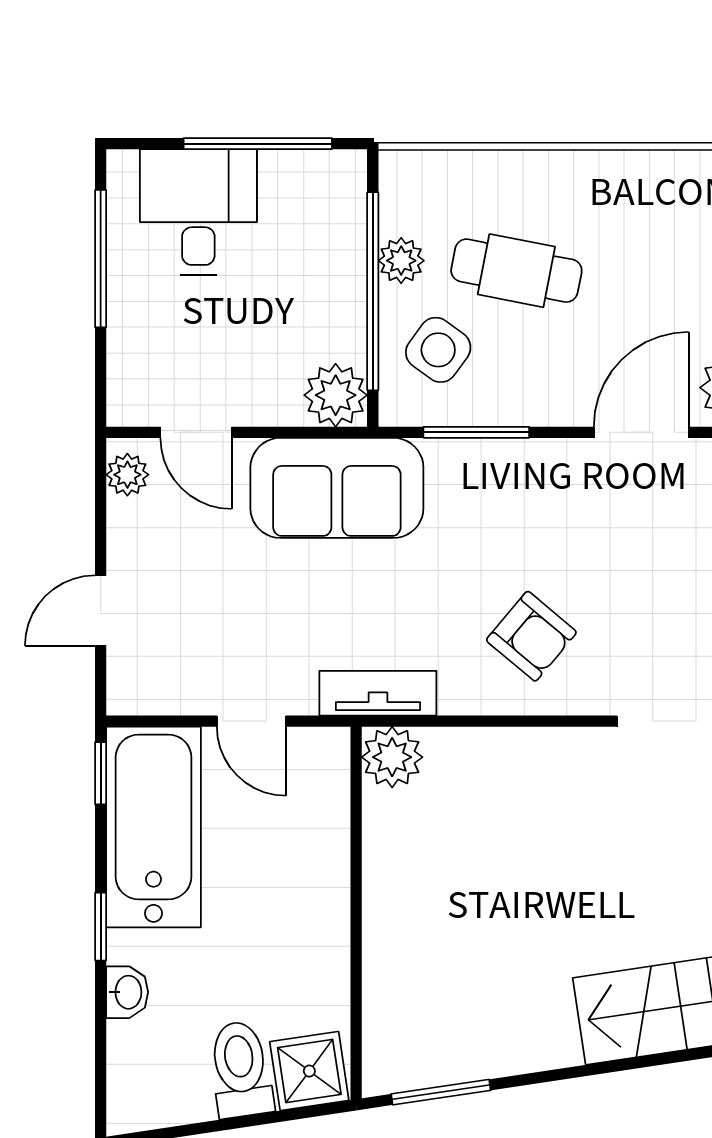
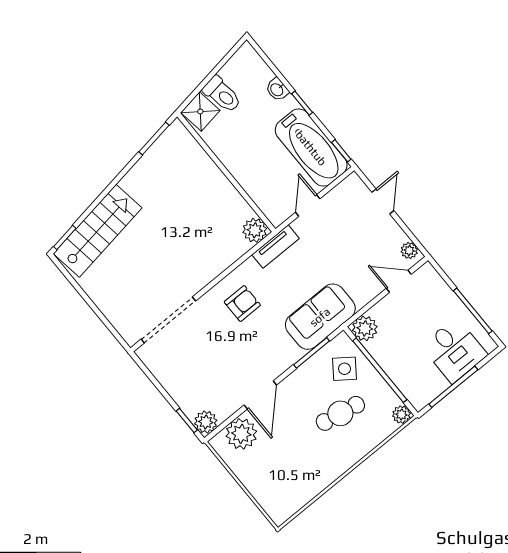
plant: (401, 261) -> (401, 415), moved
sofa: (337, 488) -> (320, 317), moved
armchair: (531, 636) -> (242, 303), turned 140
door: (251, 721) -> (308, 206), hinge flipped

